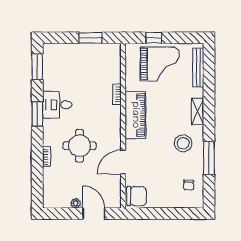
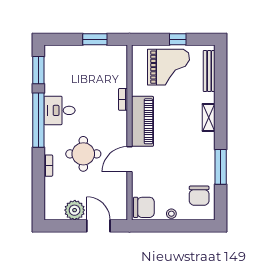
window: (154, 38) -> (178, 39), moved
window: (37, 114) -> (38, 120), width x2.11
stool: (183, 143) -> (171, 214), moved, width x0.53, depth x0.53
door: (123, 162) -> (129, 159), moved
chair: (189, 185) -> (199, 196), width x1.87, depth x1.87
plant: (76, 203) -> (75, 210), width x1.88, depth x1.88

